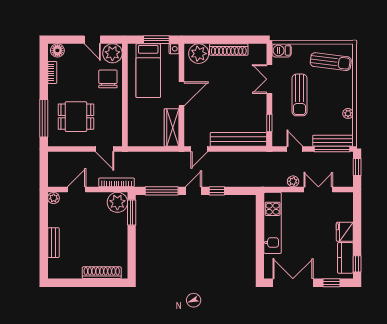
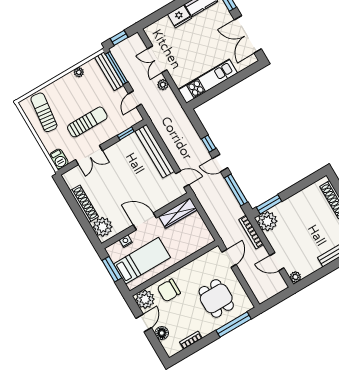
nightstand: (174, 49) -> (126, 241), moved
floor lamp: (57, 50) -> (162, 333), moved

